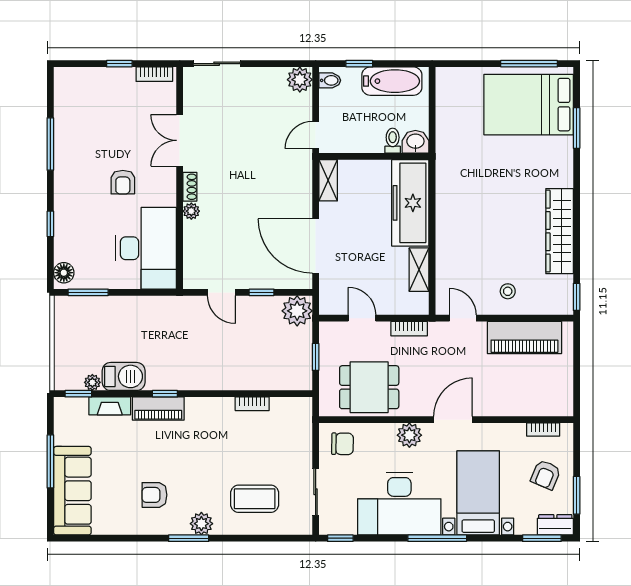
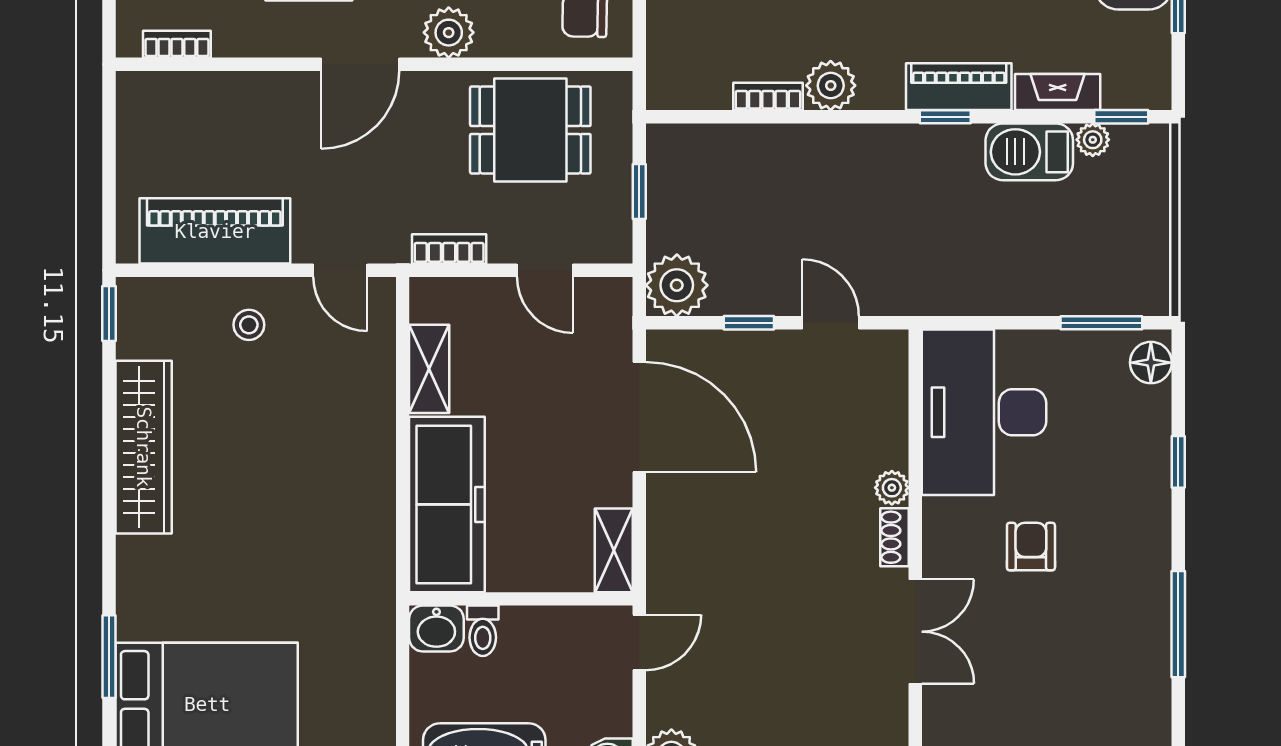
plant: (221, 409) -> (831, 86), added

